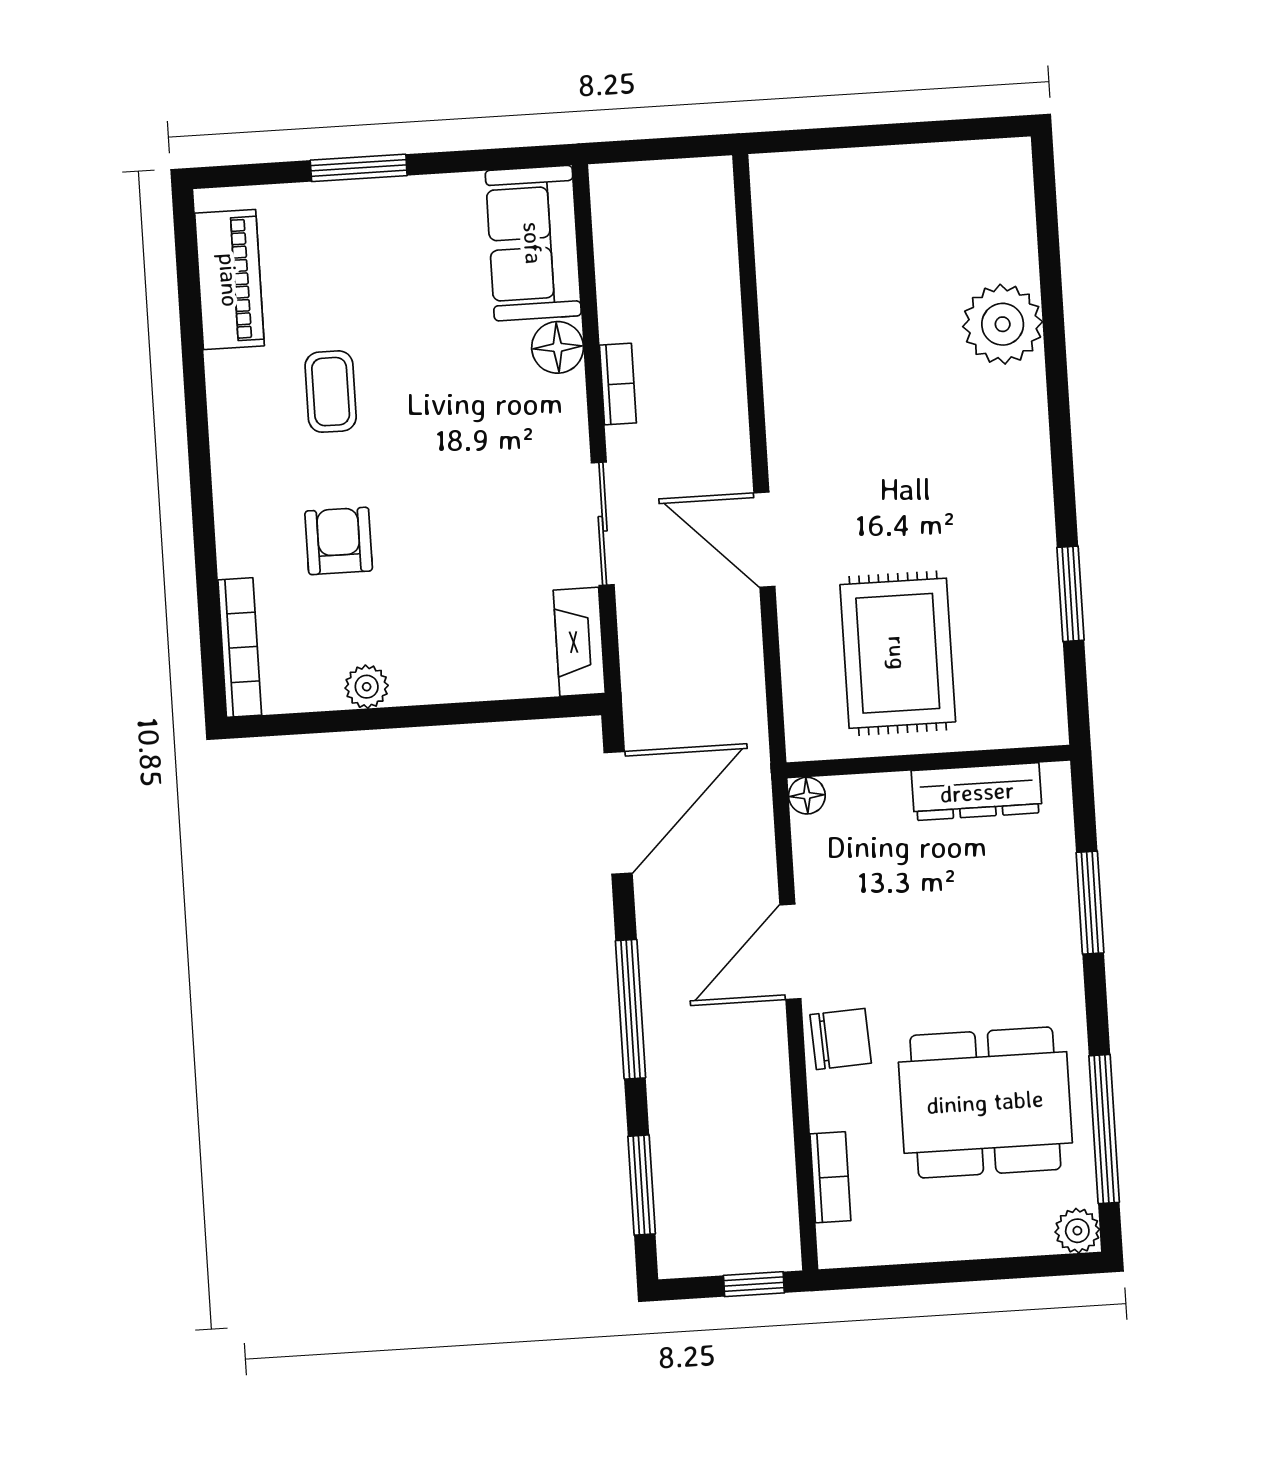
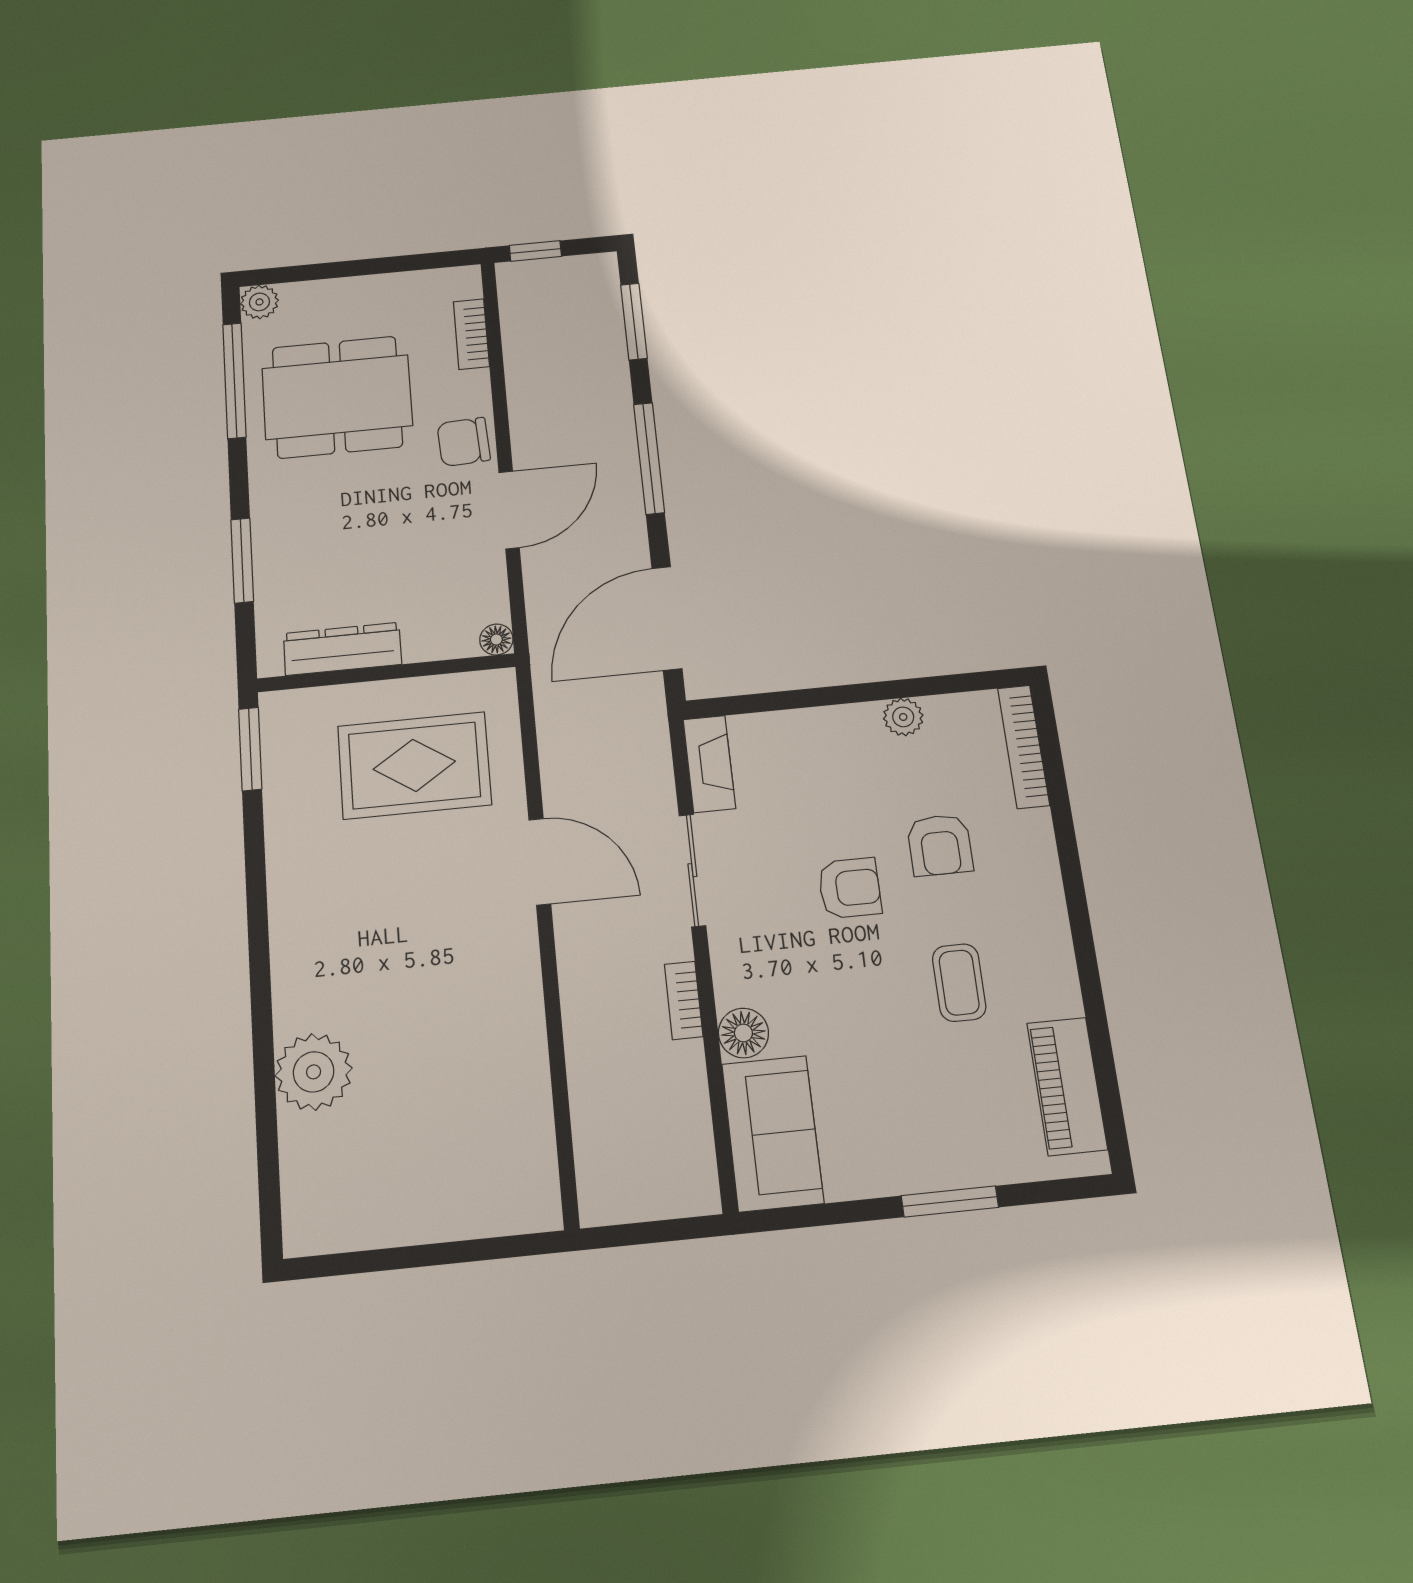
armchair: (438, 498) -> (850, 888), added
window: (1070, 594) -> (250, 749), moved
rug: (898, 653) -> (414, 765), turned 90

